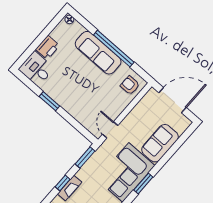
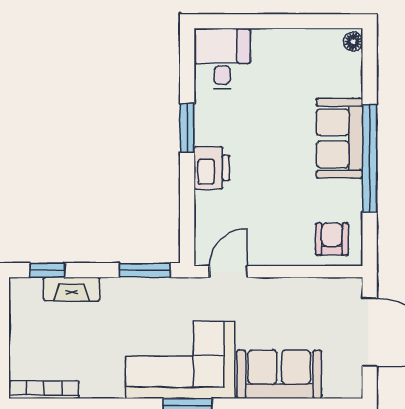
printer: (47, 47) -> (212, 168), moved, turned -90
sofa: (98, 53) -> (340, 138), width x0.73
window: (63, 183) -> (47, 270), moved

